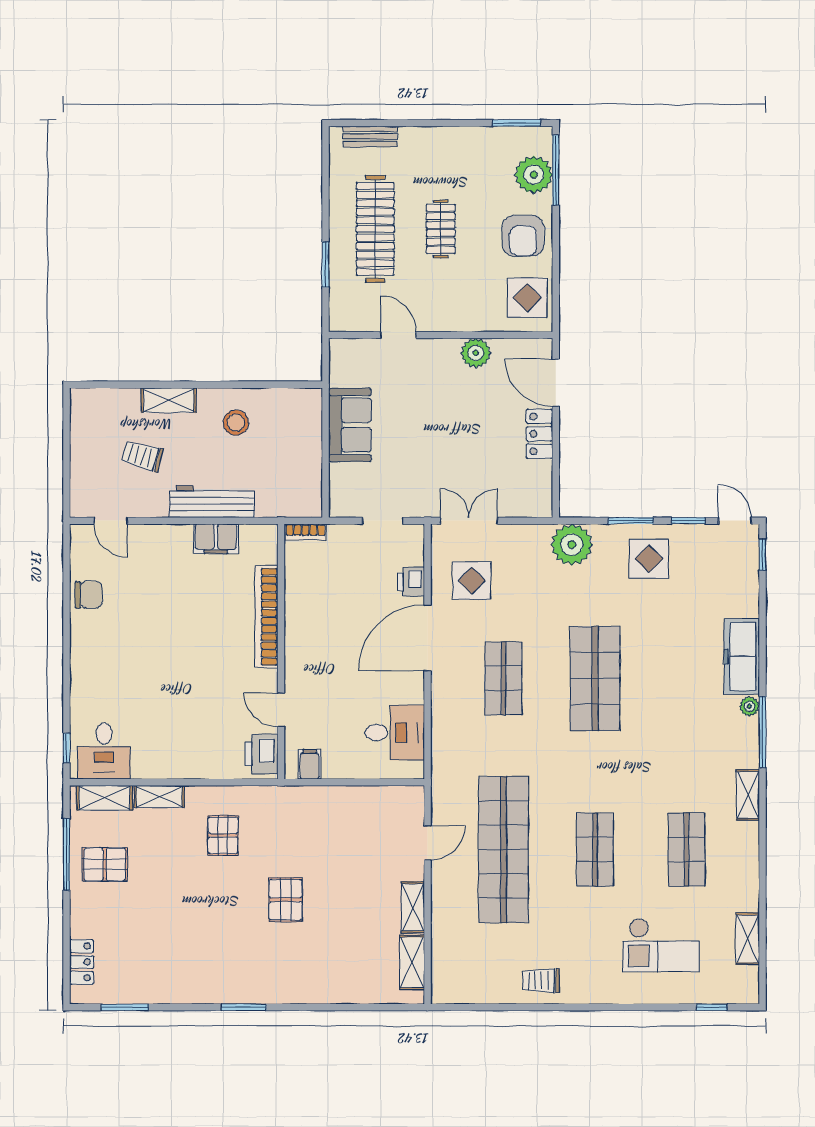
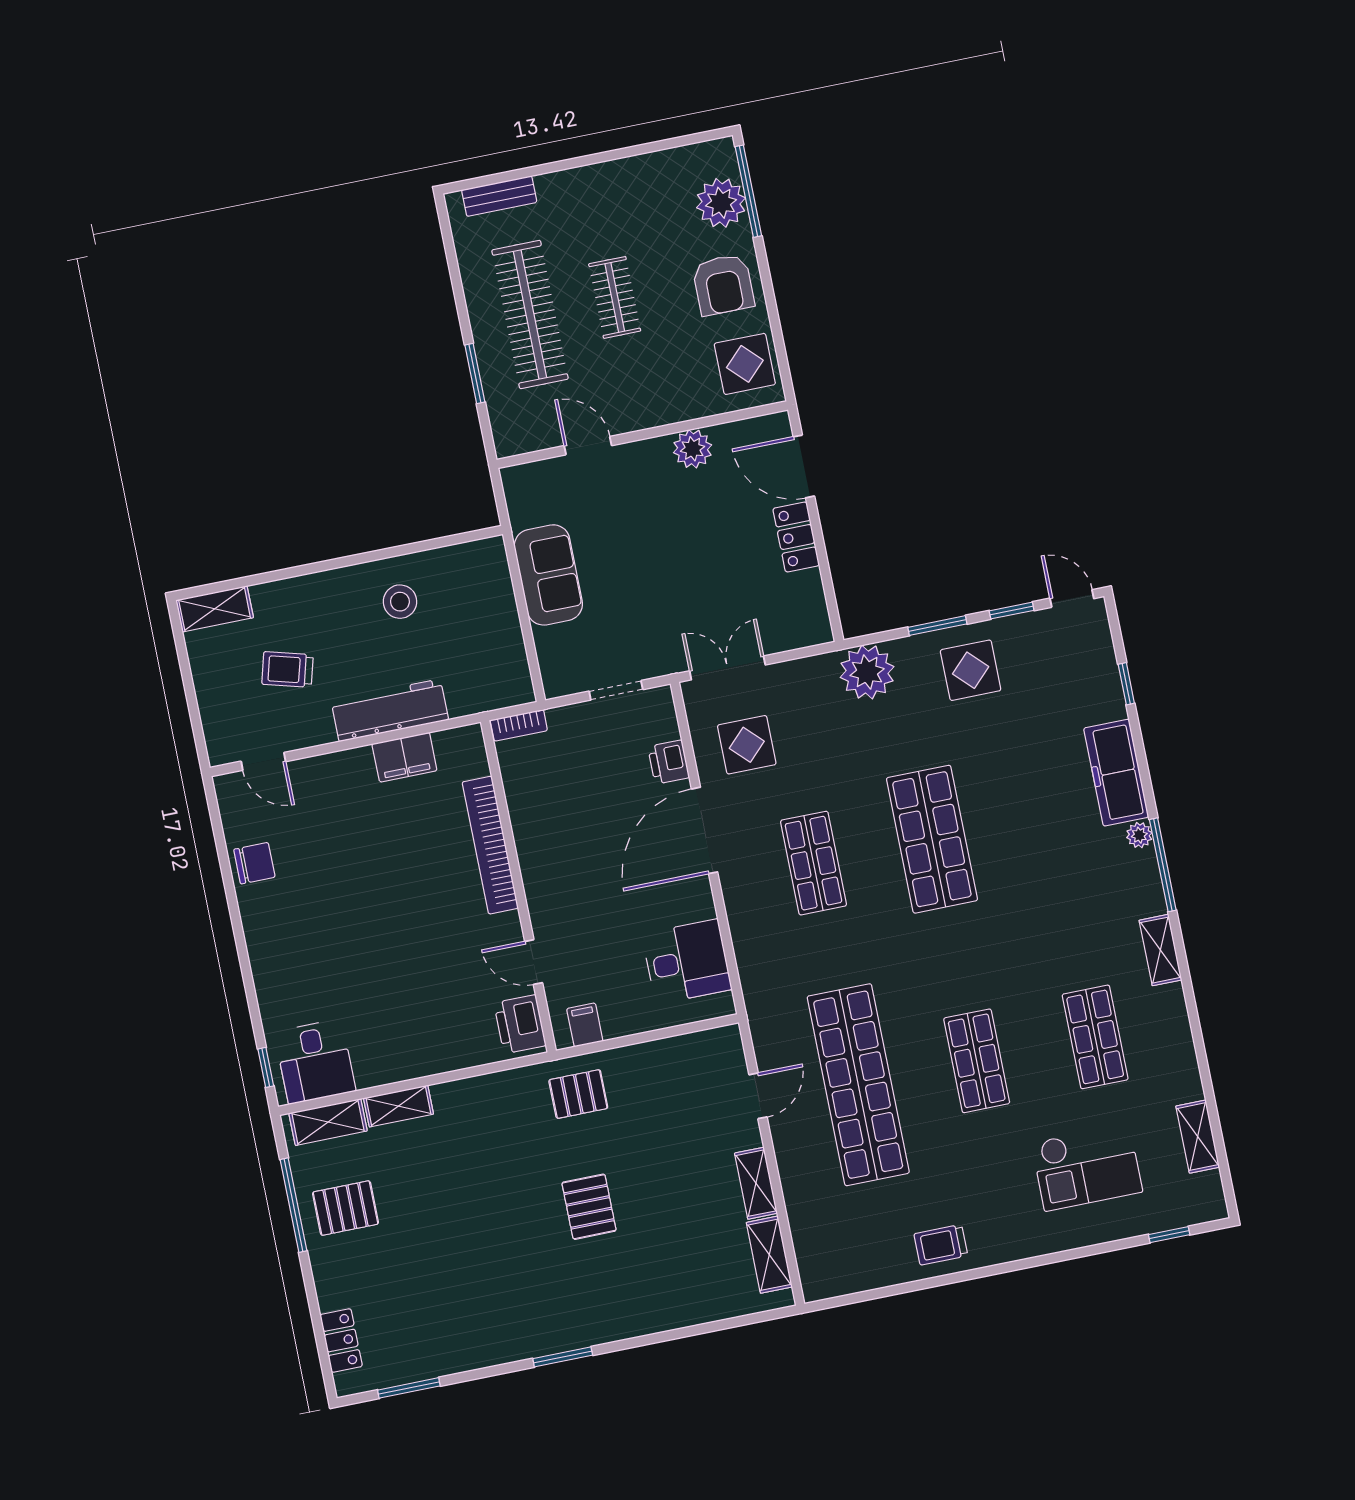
window: (517, 123) -> (686, 140), removed
shelving: (169, 400) -> (215, 609), moved
window: (762, 555) -> (1126, 684), moved
pallet: (223, 835) -> (578, 1094), moved, turned 90

